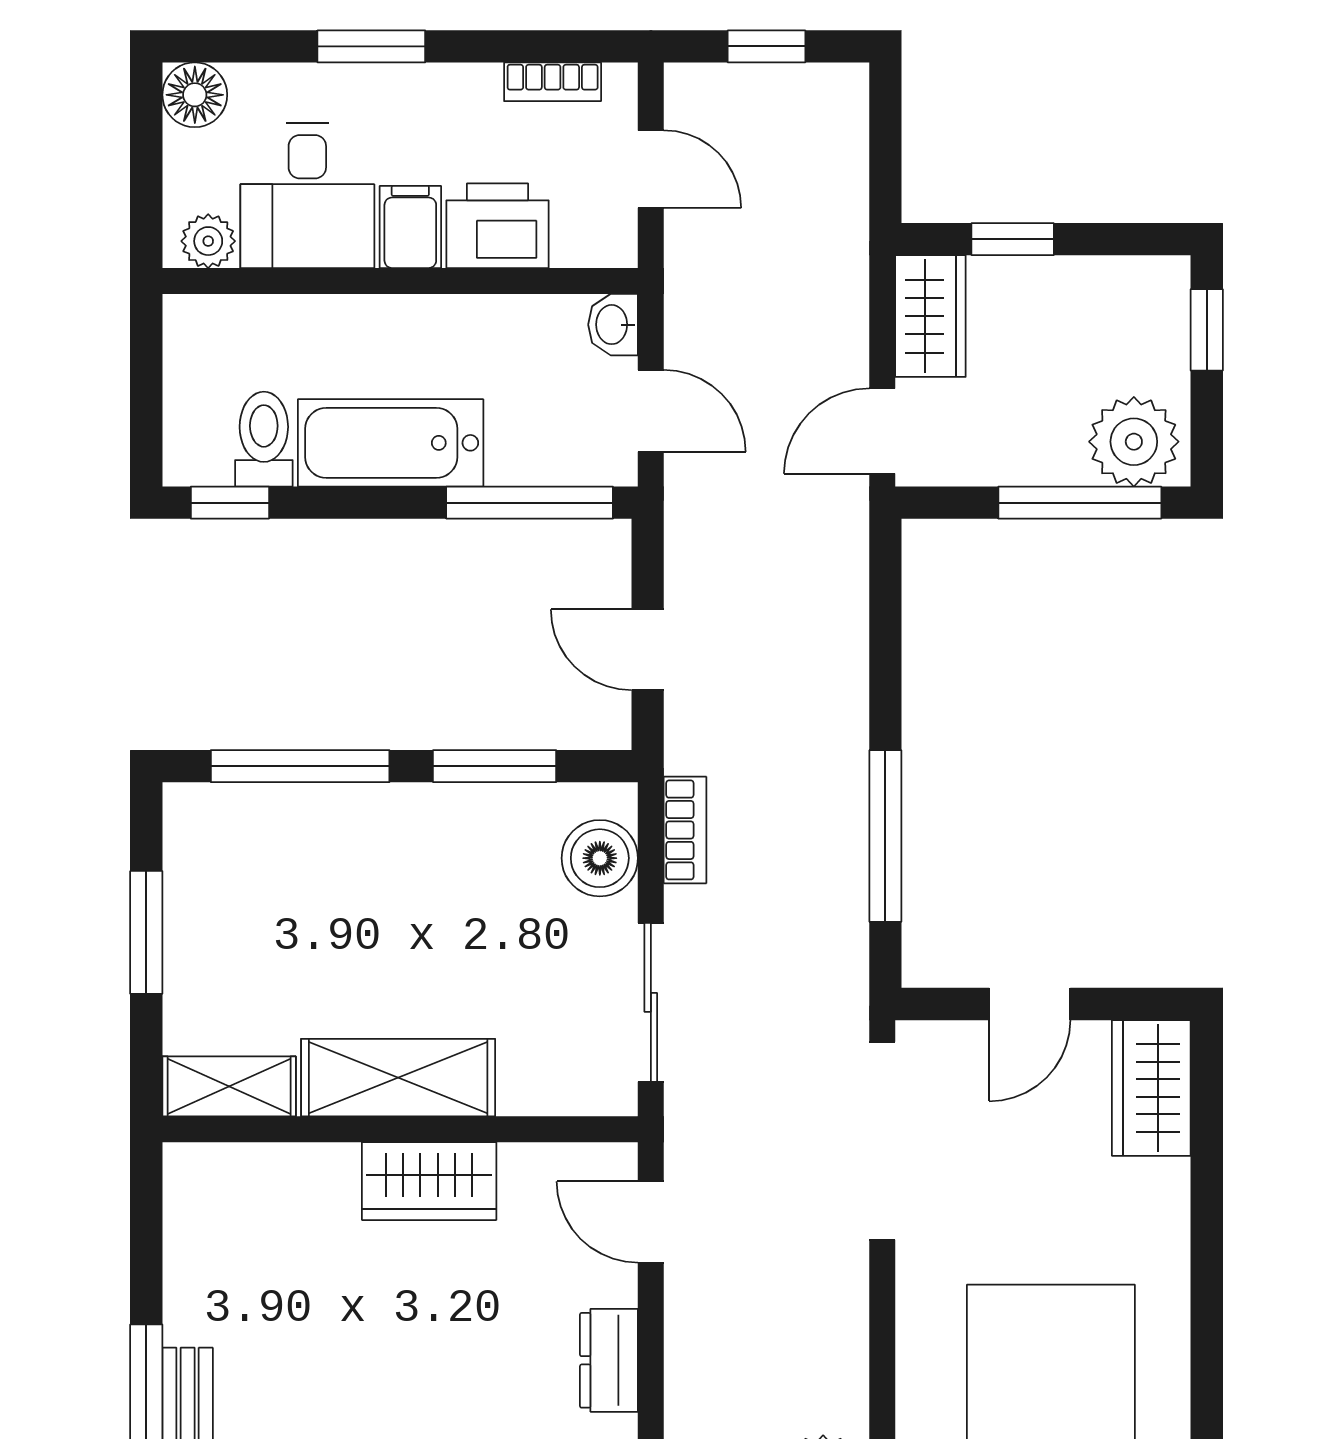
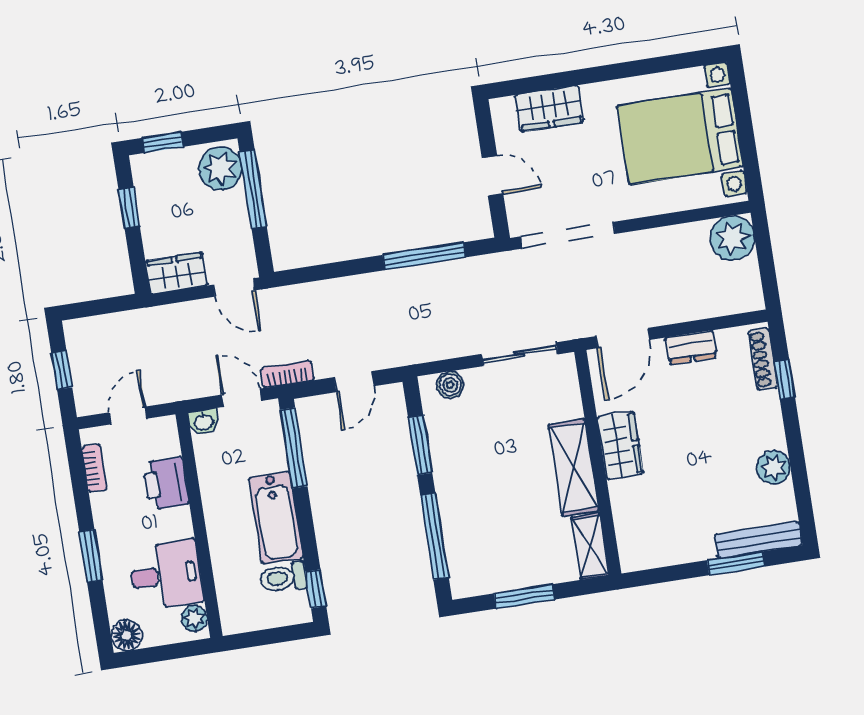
filing cabinet: (410, 227) -> (173, 524), removed
window: (1013, 239) -> (129, 208), moved
door: (651, 411) -> (242, 398), hinge flipped
bookcase: (685, 830) -> (287, 374), moved
boiler: (600, 858) -> (450, 385), width x0.73, depth x0.73
wardrobe: (1151, 1088) -> (549, 109), moved
door: (651, 1222) -> (623, 338), width x1.38

